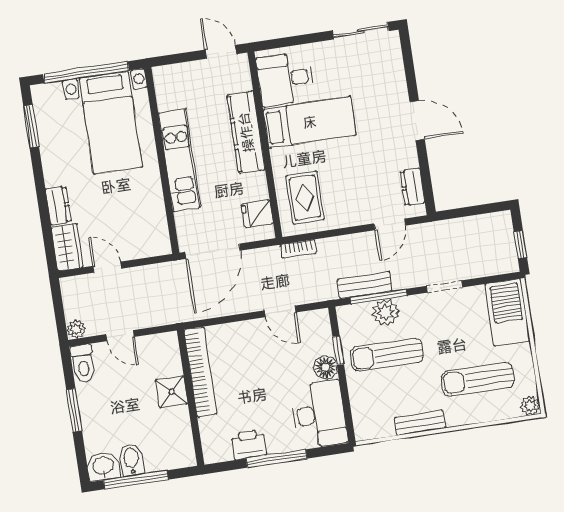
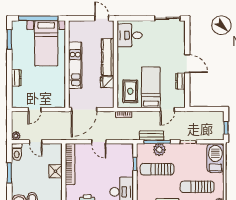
bed: (310, 122) -> (151, 87), moved, turned -90
dresser: (412, 187) -> (180, 81), moved
fridge: (257, 214) -> (107, 82), moved
wardrobe: (67, 247) -> (18, 97), removed
door: (107, 267) -> (35, 109), swing flipped
door: (280, 311) -> (99, 142), moved
floor lamp: (326, 367) -> (128, 171), removed

